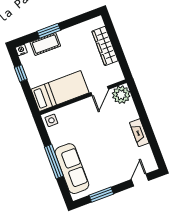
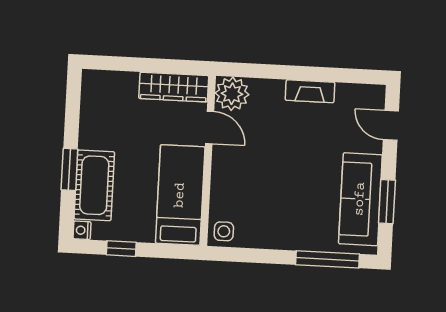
cot: (45, 44) -> (94, 185), width x1.37, depth x1.34
wardrobe: (105, 46) -> (174, 87), moved
window: (54, 161) -> (327, 259), moved
sofa: (72, 169) -> (360, 199), moved, turned -90

